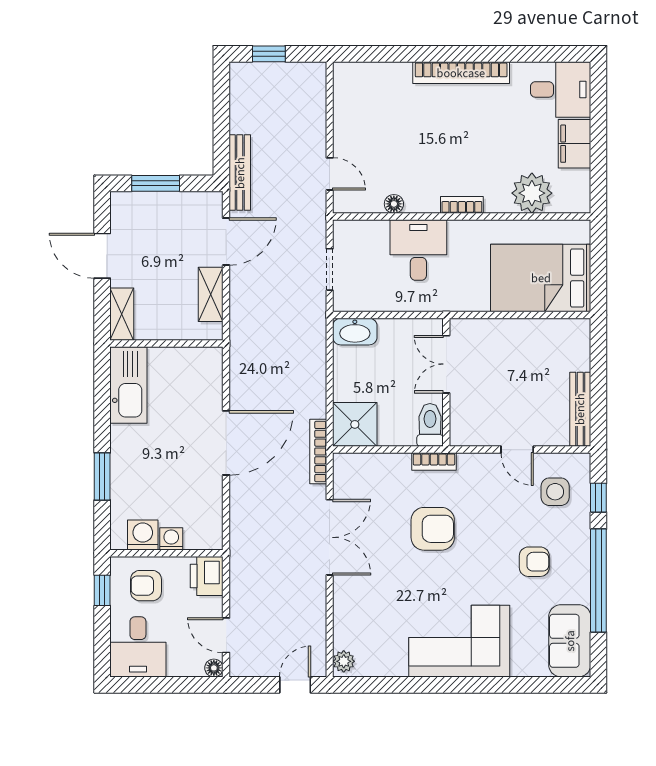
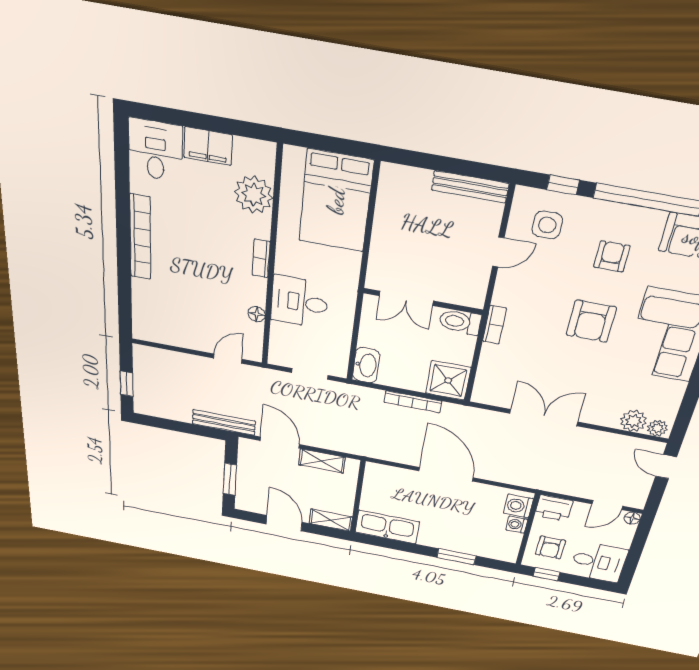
door: (102, 256) -> (284, 523), swing flipped
bookcase: (318, 451) -> (413, 402), moved
armchair: (433, 529) -> (591, 321), moved, turned 180
washing machine: (143, 535) -> (518, 506), moved
plant: (347, 634) -> (634, 421), added

